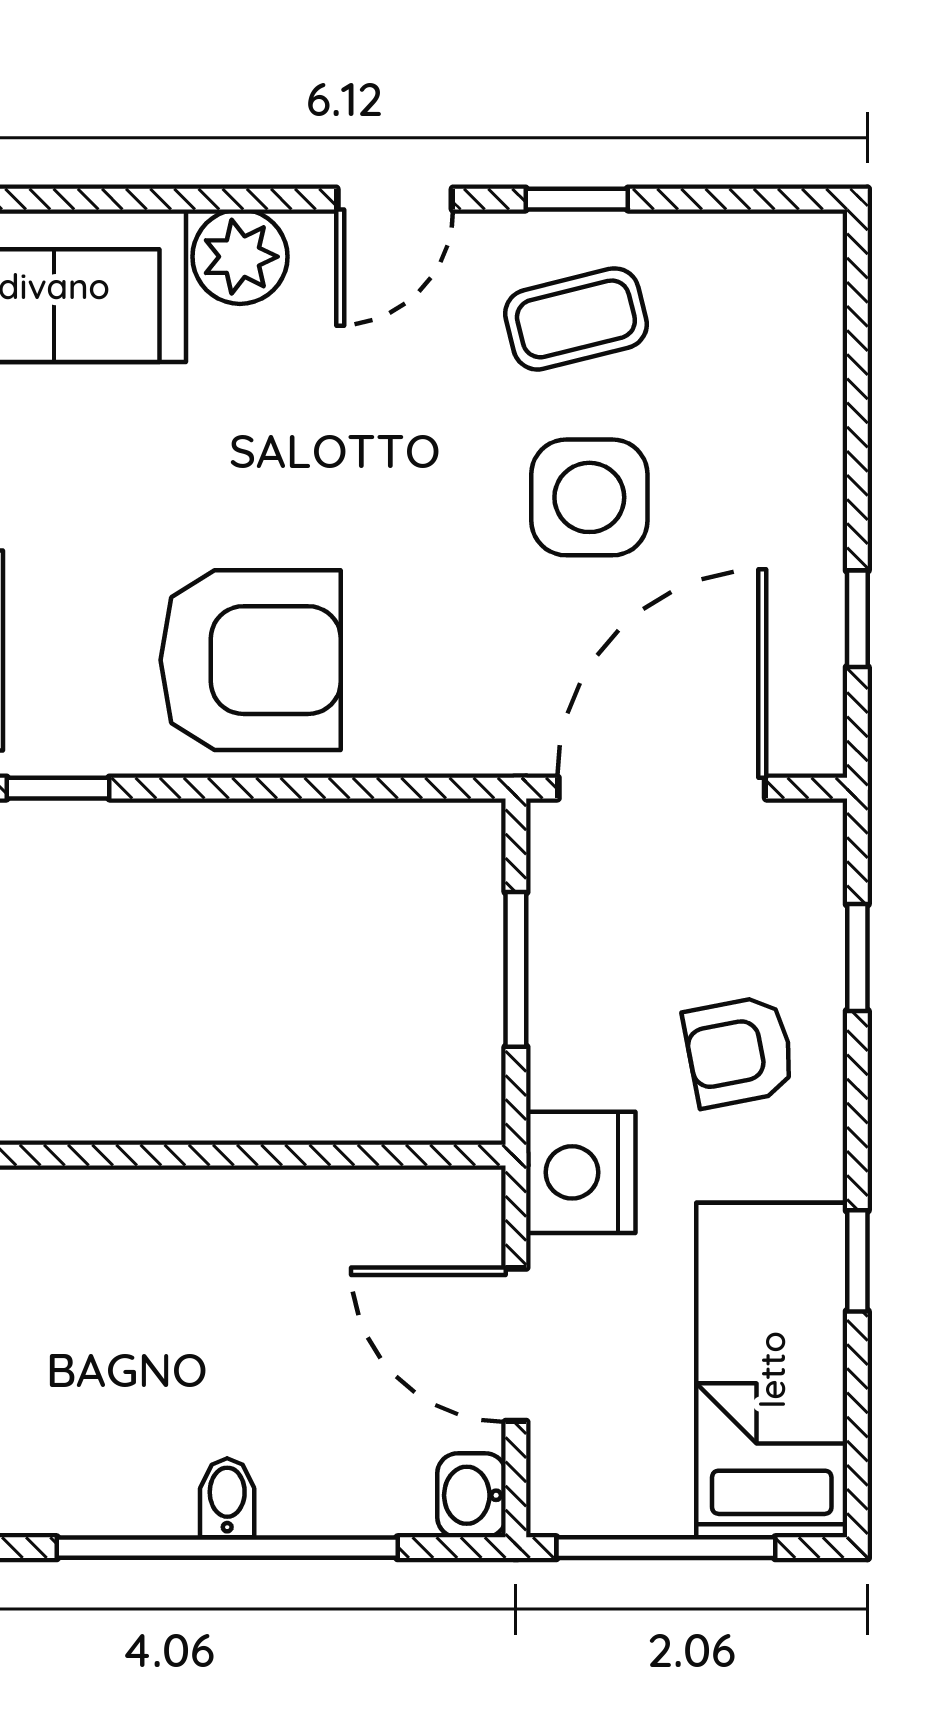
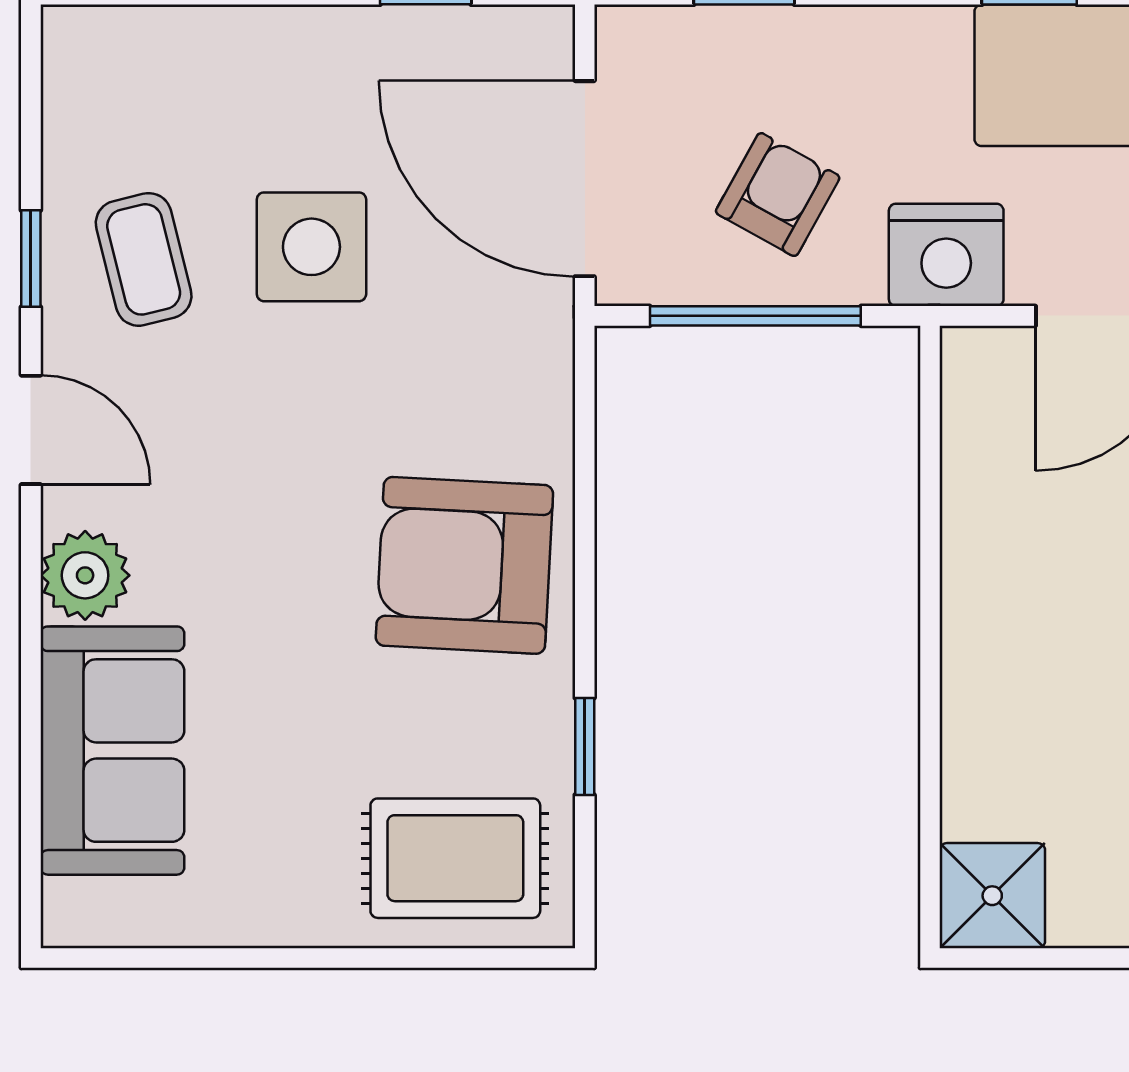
armchair: (251, 660) -> (464, 565), turned -87
window: (516, 969) -> (755, 316), width x1.44
armchair: (739, 1051) -> (778, 195), moved, turned -140

